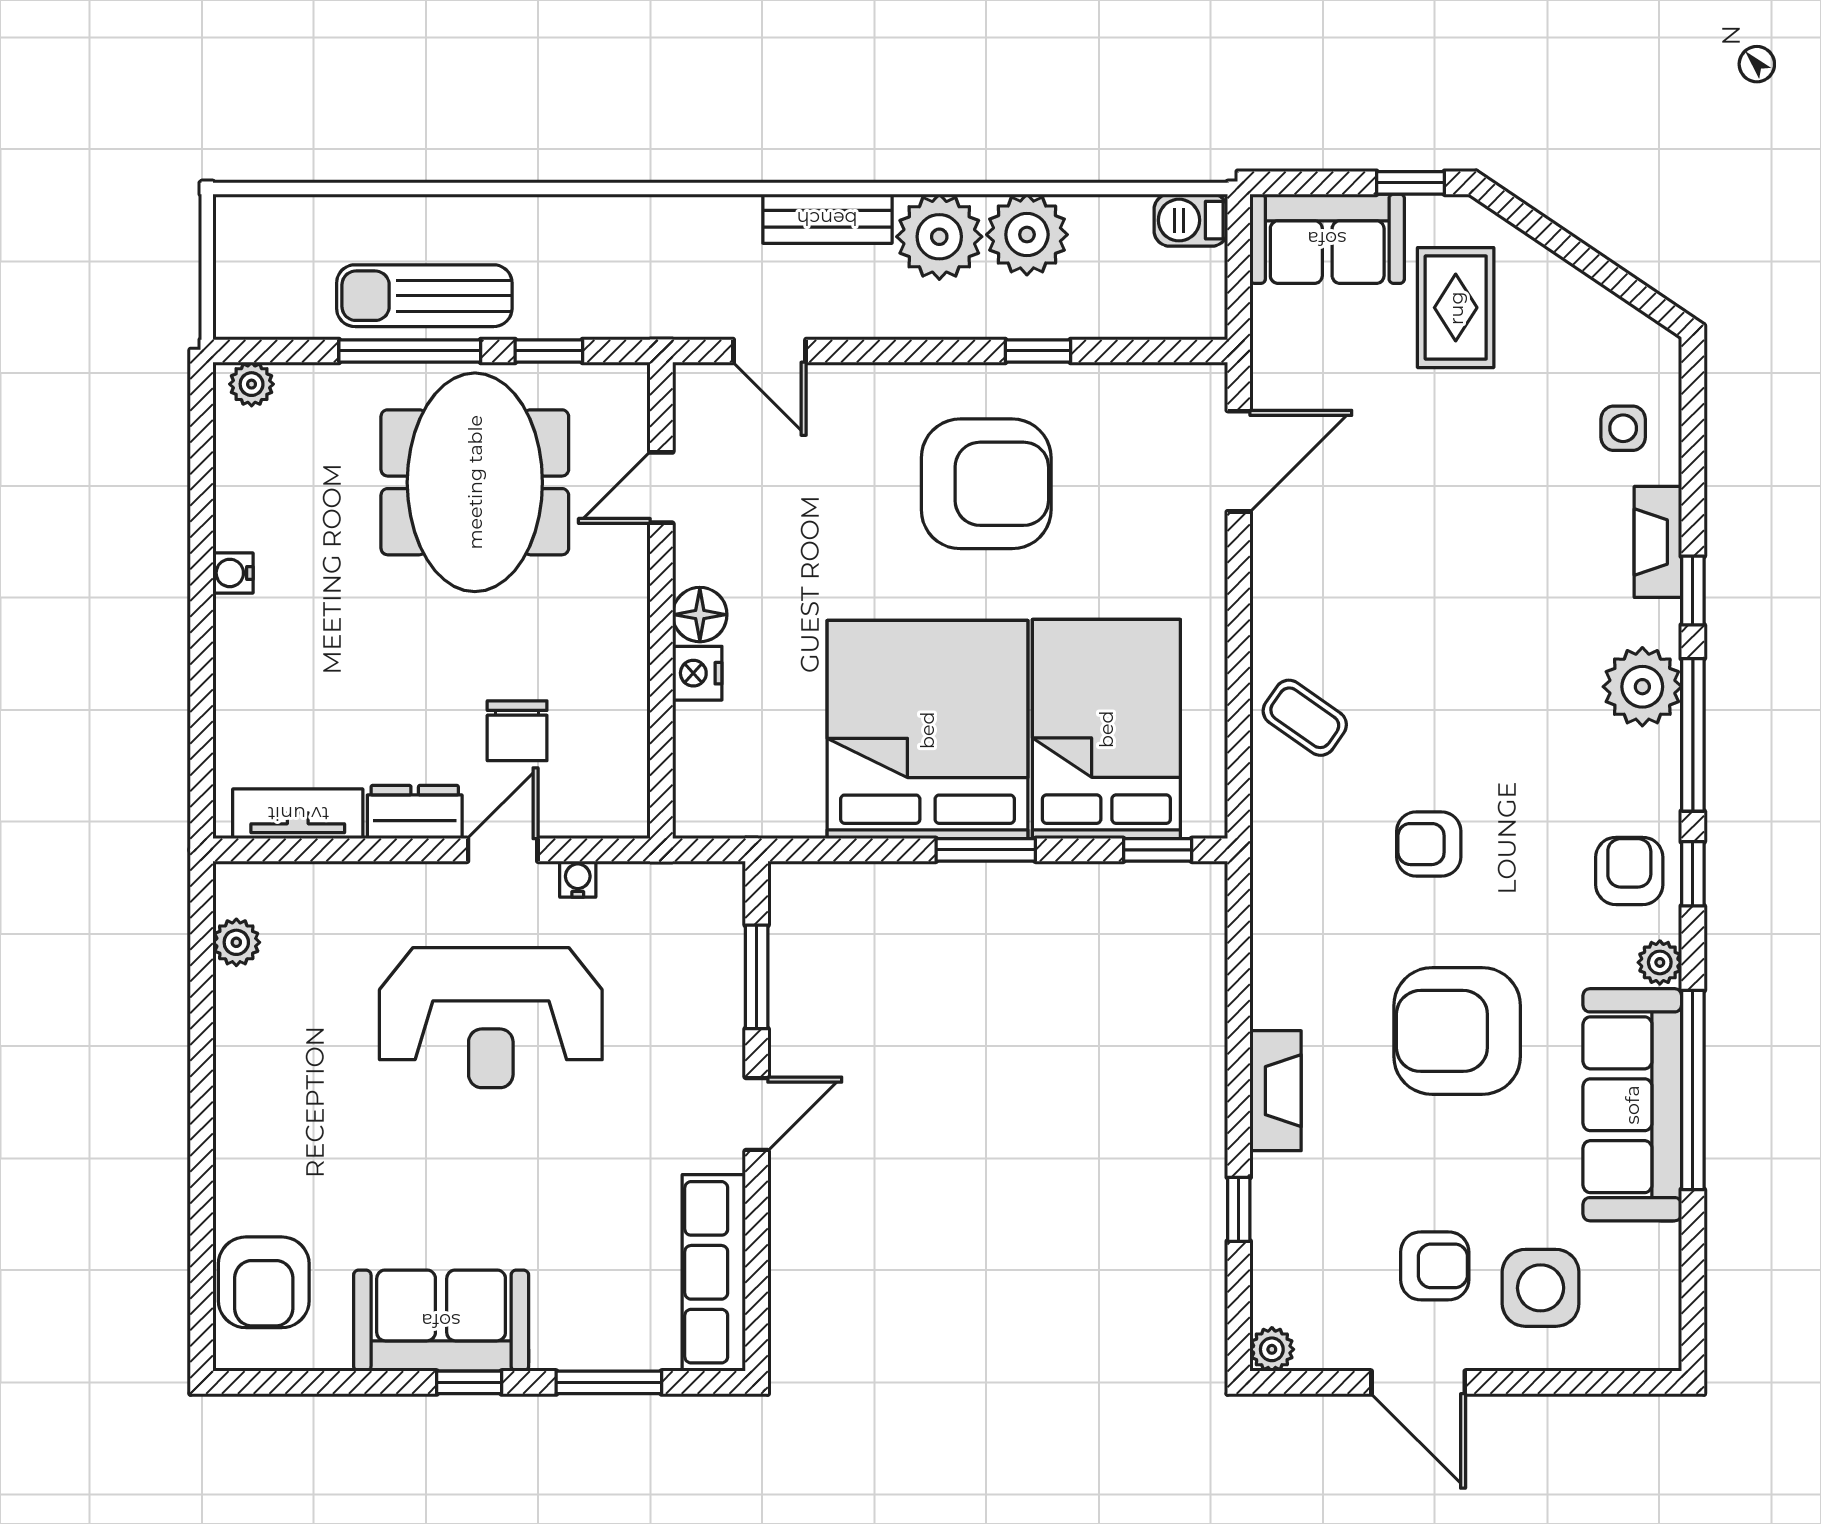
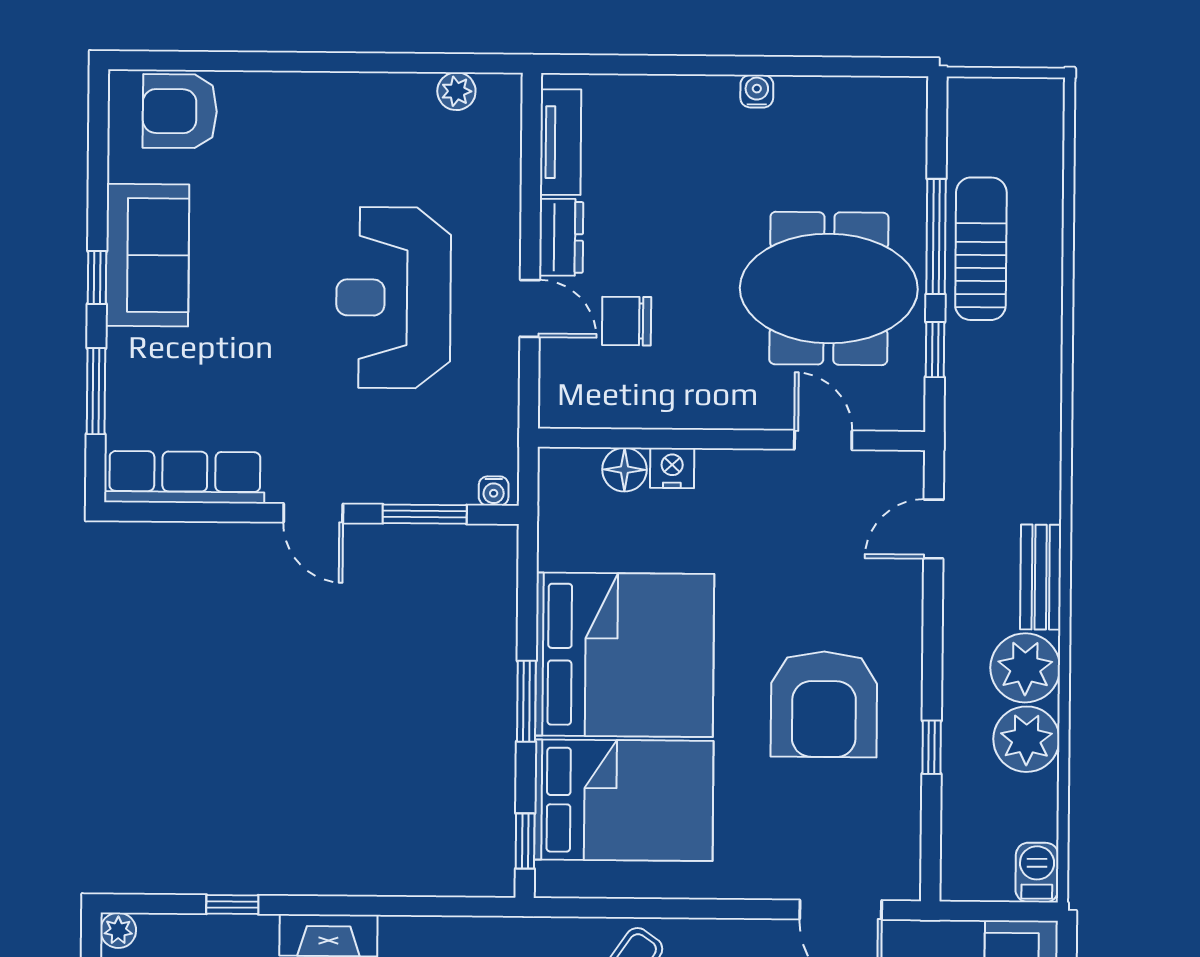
plant: (252, 384) -> (910, 108), removed
floor lamp: (700, 615) -> (624, 470), moved
water cooler: (578, 879) -> (494, 491), moved, turned 90

